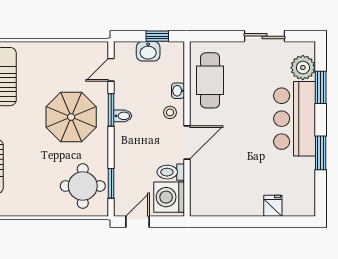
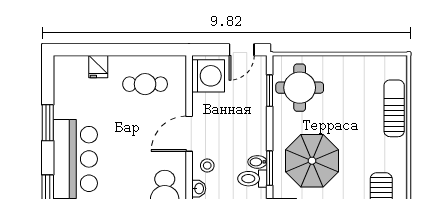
toilet: (171, 172) -> (252, 179), moved, turned 180
cafe table: (229, 189) -> (145, 84), added

